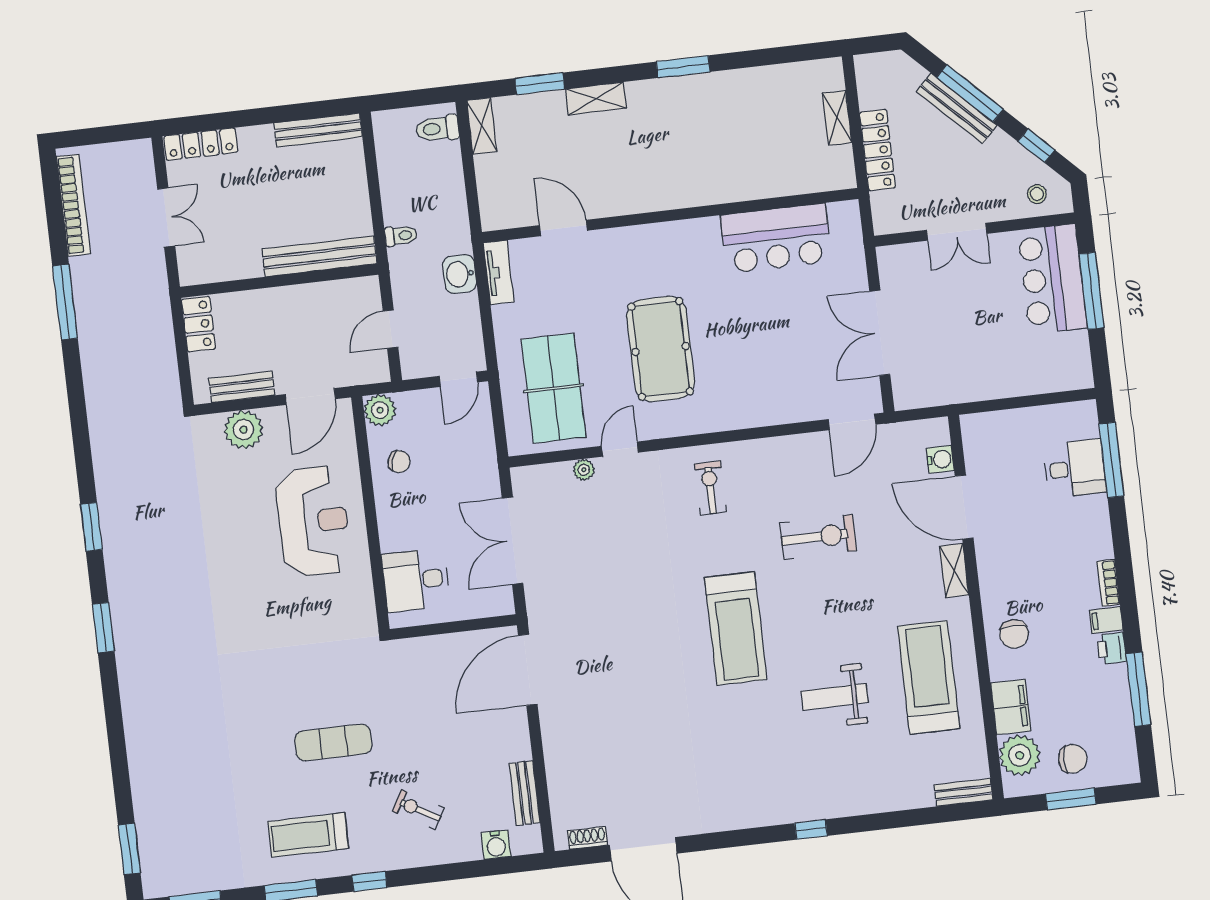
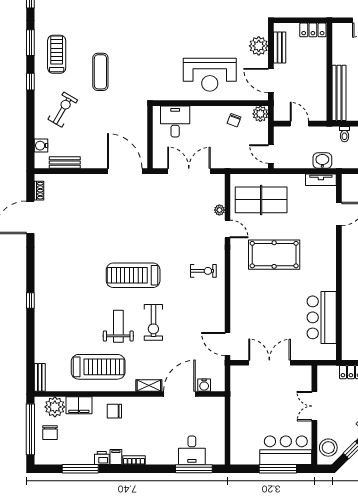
stool: (1037, 194) -> (328, 448), width x1.89, depth x1.89
exercise bike: (818, 537) -> (153, 322), moved
weight bench: (835, 697) -> (118, 326), moved
window: (1071, 799) -> (30, 429), width x2.11
exercise bike: (418, 810) -> (63, 110), width x1.38, depth x1.39

